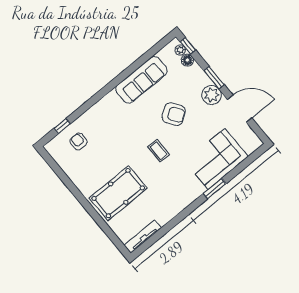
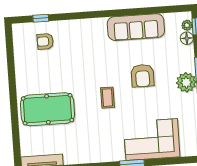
armchair: (174, 114) -> (143, 76), turned 35
armchair: (79, 141) -> (45, 41), turned -90

